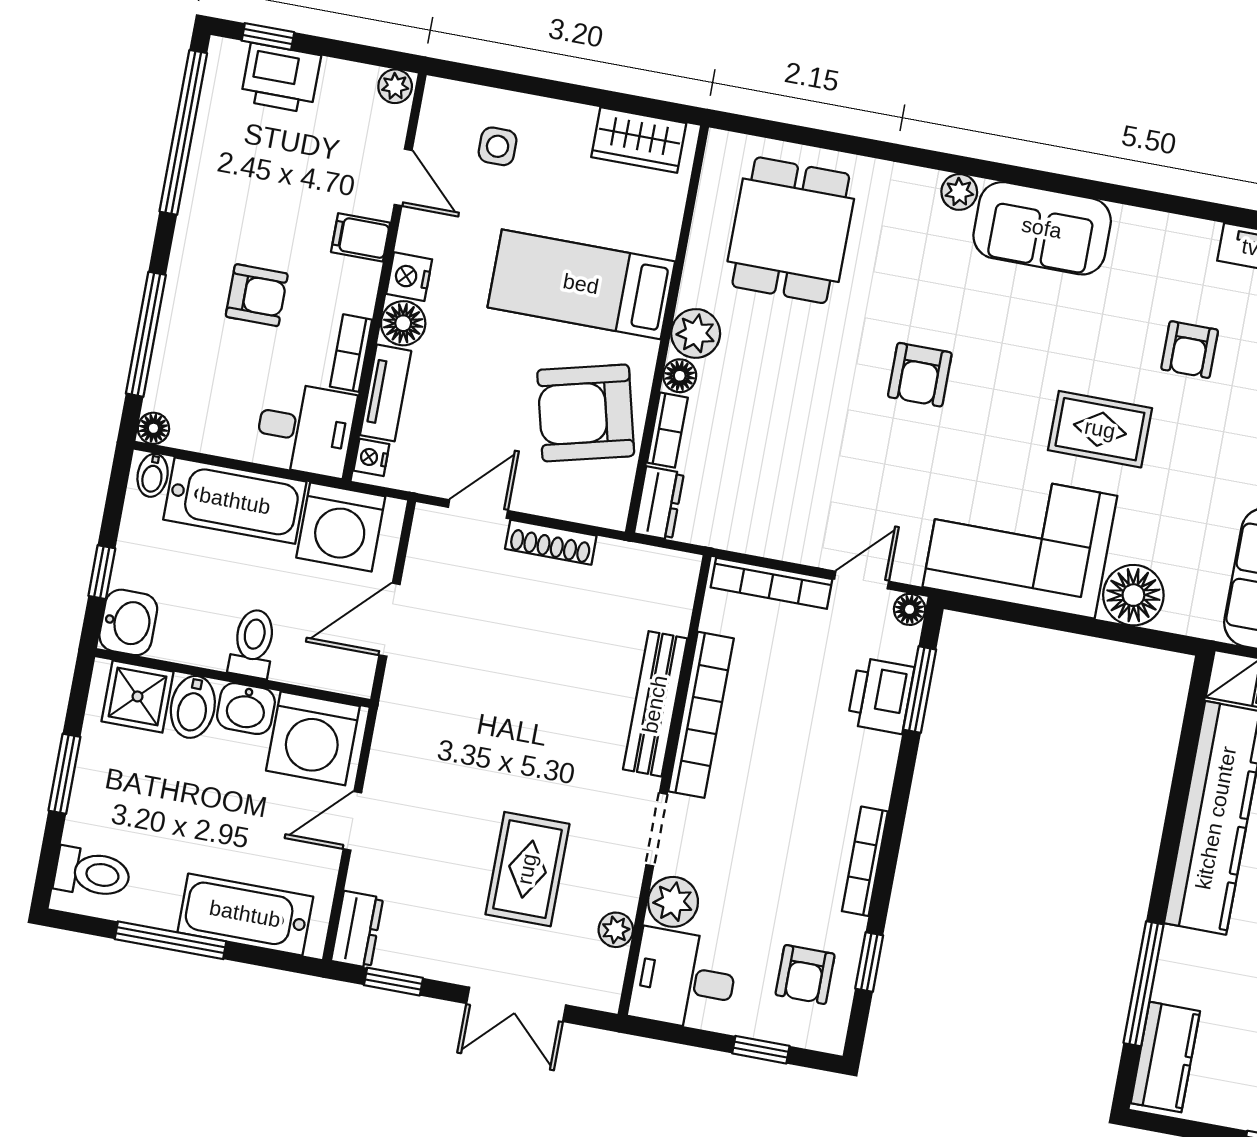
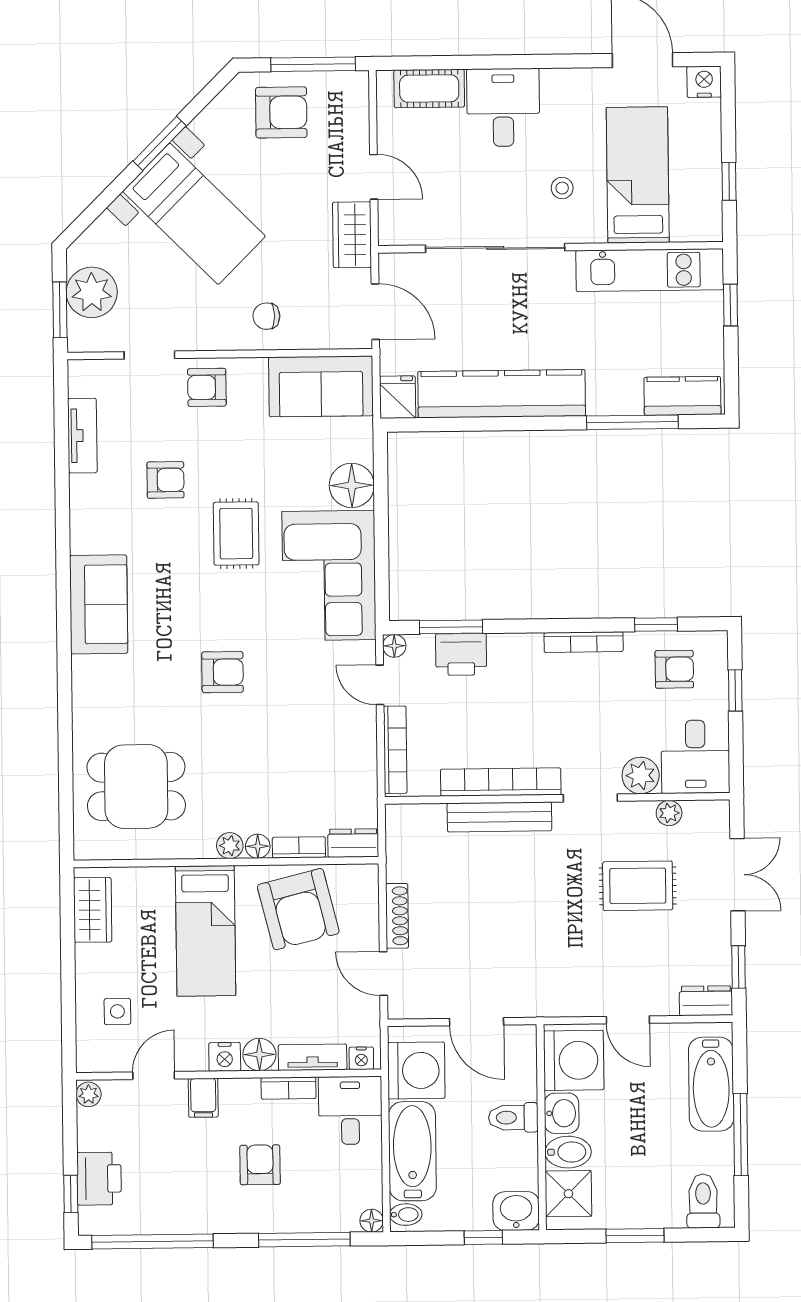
plant: (959, 192) -> (84, 670), removed
plant: (696, 333) -> (230, 846), width x0.73, depth x0.73

